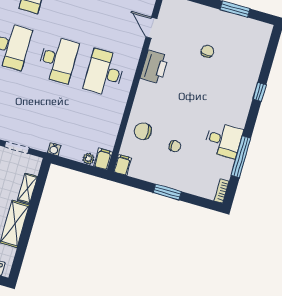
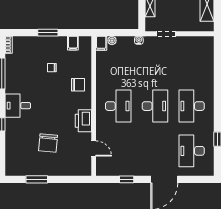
chair: (207, 51) -> (48, 143), width x1.87, depth x1.87
desk: (58, 59) -> (155, 106), turned 180
chair: (143, 131) -> (78, 85), moved
desk: (224, 140) -> (18, 106), moved
filing cabinet: (122, 165) -> (73, 43), moved

